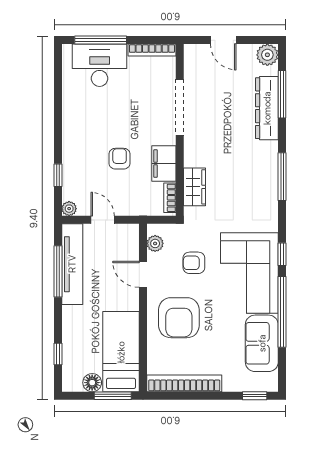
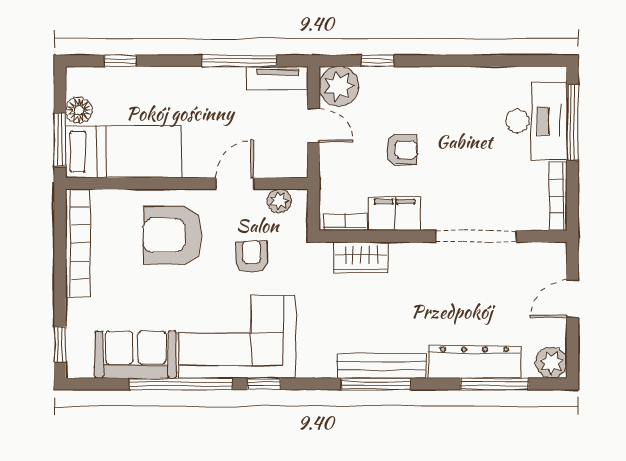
bench: (270, 172) -> (382, 366), added
plant: (69, 209) -> (339, 86), width x1.88, depth x1.88
door: (103, 220) -> (313, 125), hinge flipped
tv unit: (72, 264) -> (277, 78), width x0.52, depth x0.78

